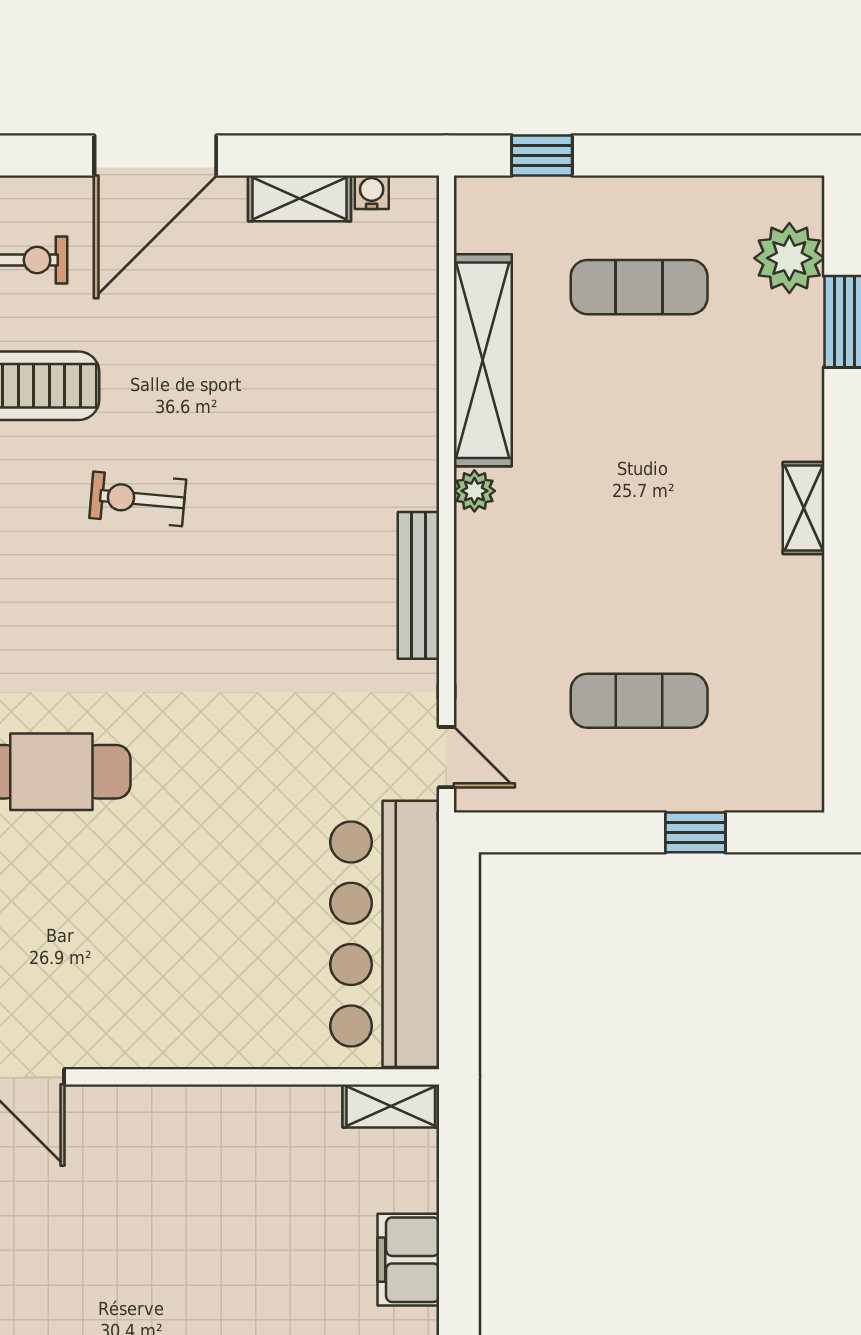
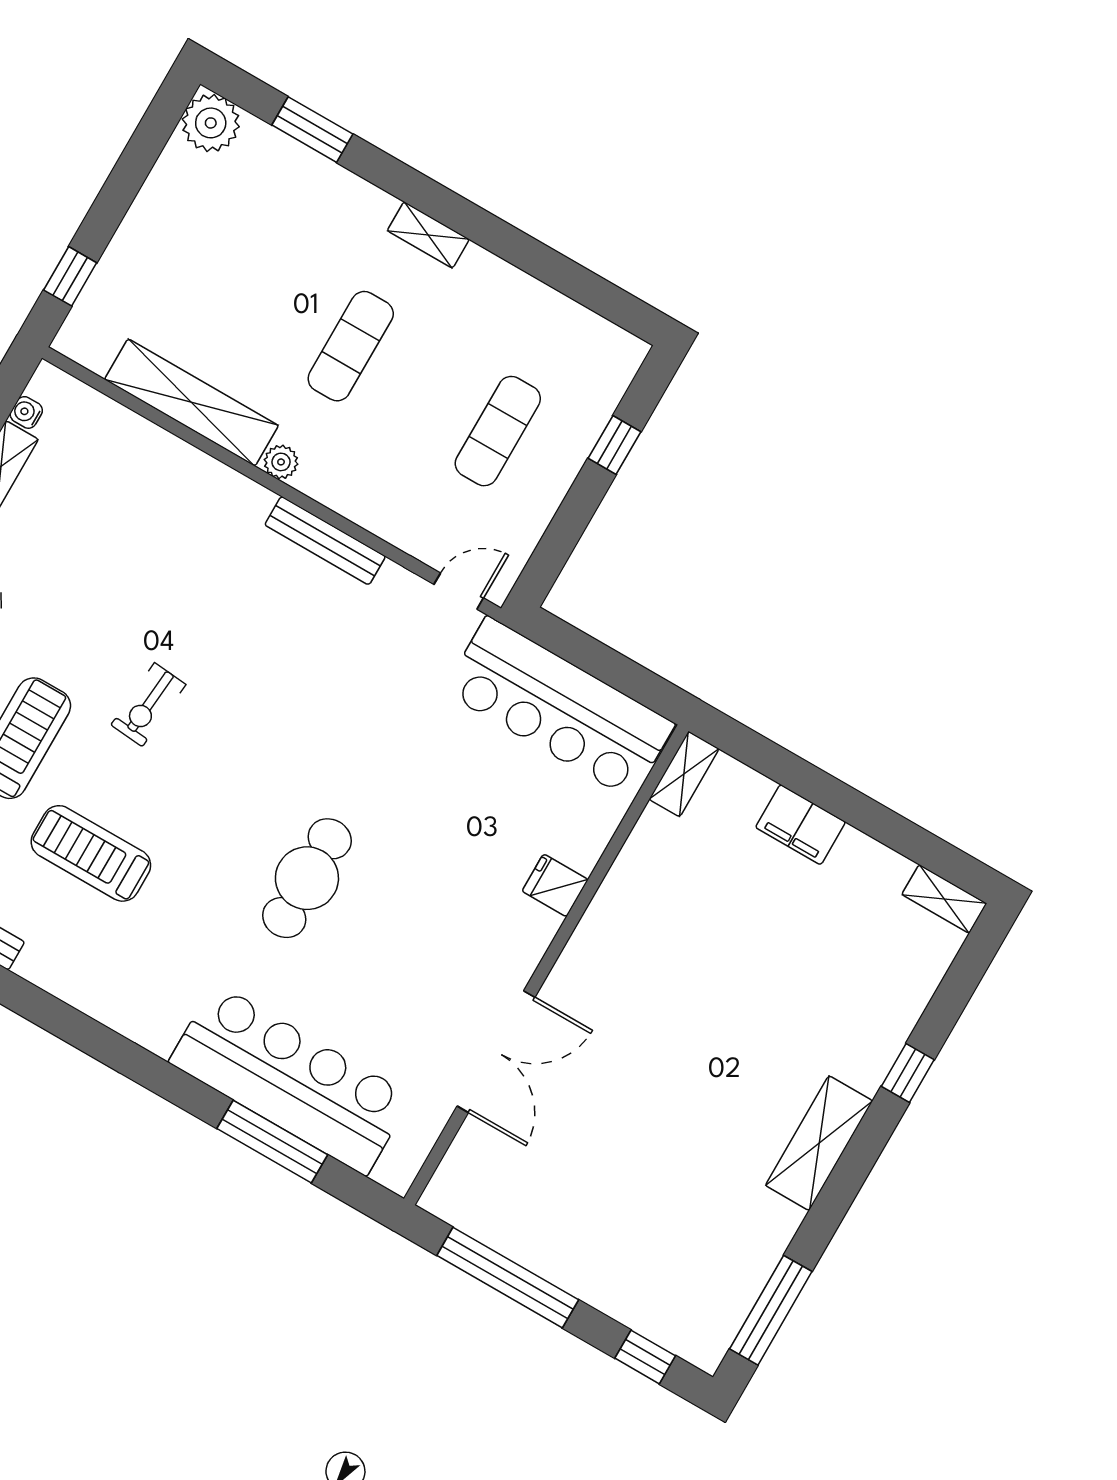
plant: (789, 258) -> (211, 123), moved
exercise mat: (639, 287) -> (351, 346), moved
fridge: (195, 1038) -> (555, 885), added

